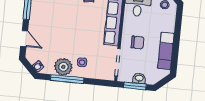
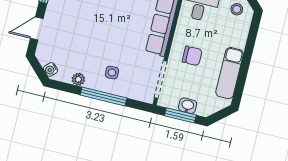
door: (24, 39) -> (37, 29), swing flipped
plant: (63, 67) -> (78, 79), width x0.53, depth x0.53
window: (67, 79) -> (104, 97), moved

